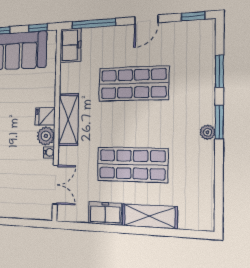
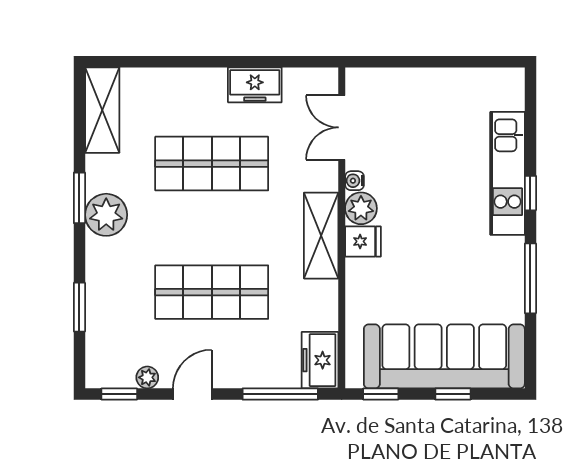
plant: (175, 28) -> (147, 377), added
window: (219, 122) -> (79, 198), moved
plant: (207, 132) -> (106, 215), width x1.88, depth x1.88
shelving: (150, 216) -> (102, 110), moved, turned 90

